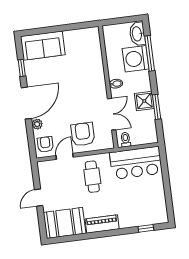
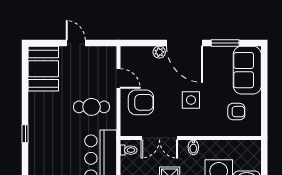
window: (22, 68) -> (225, 43), width x1.50
side table: (75, 91) -> (191, 100), added
armchair: (45, 144) -> (236, 112), moved
piano: (102, 224) -> (36, 111), removed
window: (146, 228) -> (25, 134), moved

